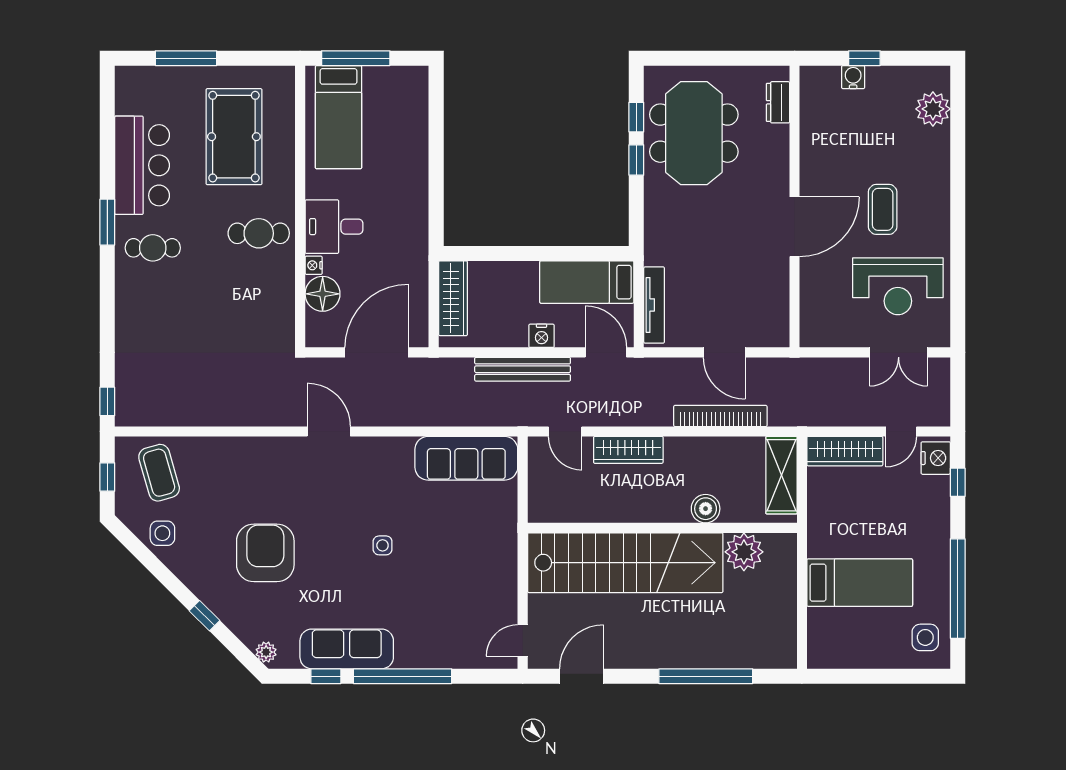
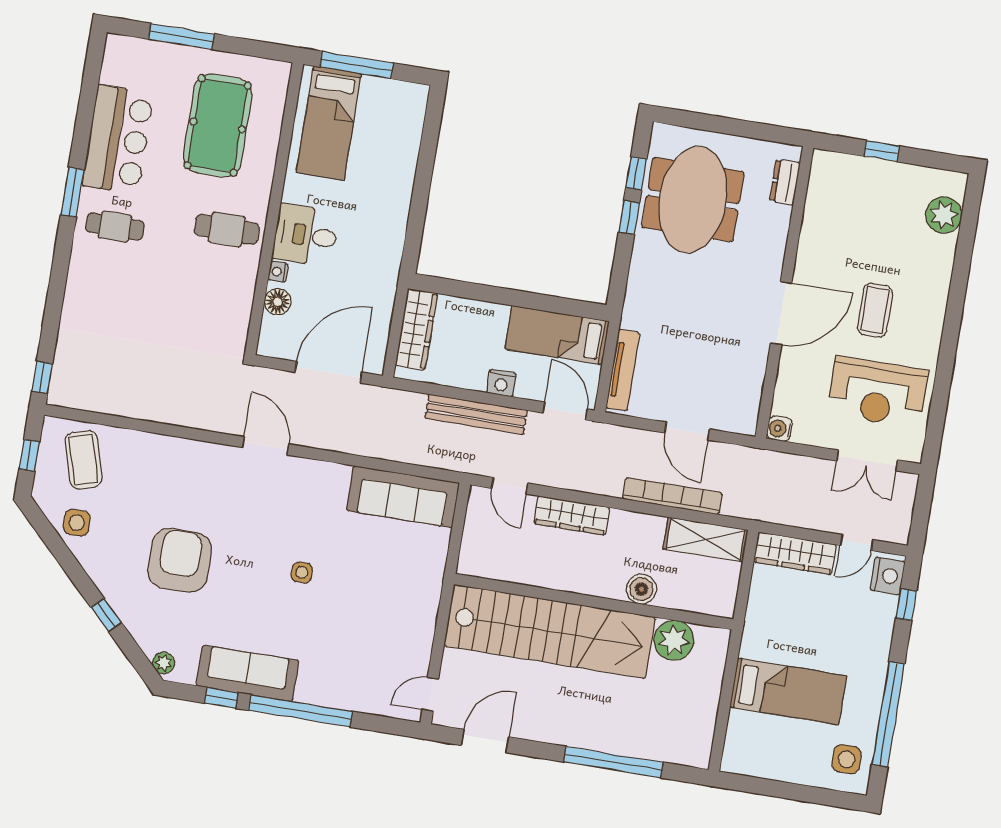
water cooler: (853, 77) -> (780, 429), moved, turned -90
floor lamp: (323, 294) -> (278, 302), width x0.73, depth x0.73
shelving: (781, 475) -> (705, 539), moved, turned 90

